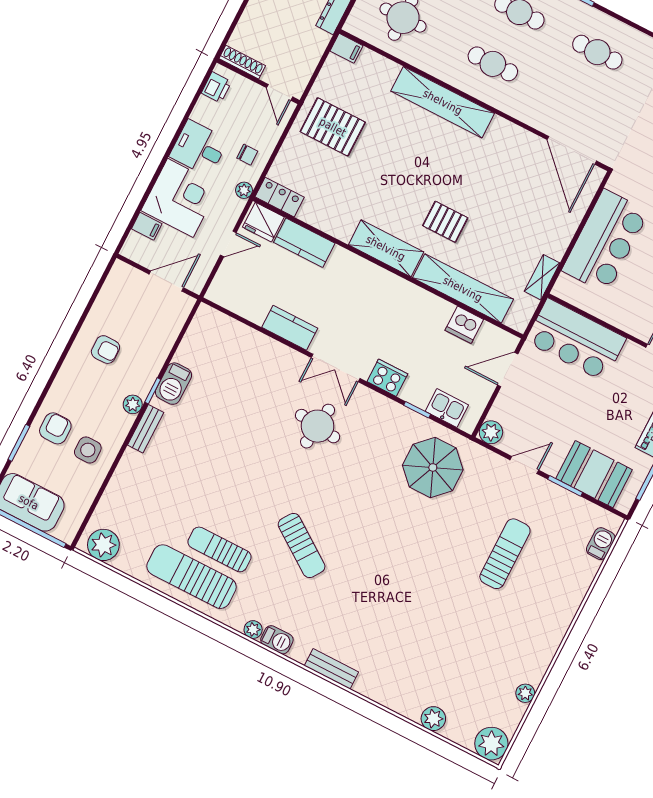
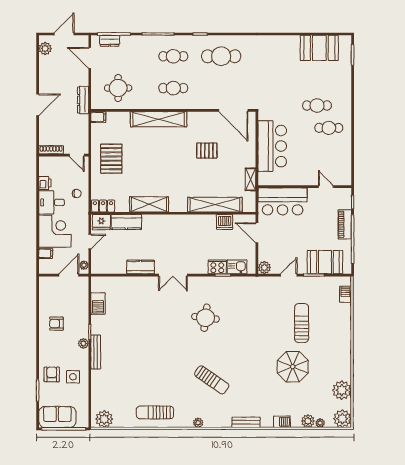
cafe table: (597, 52) -> (221, 56), width x1.37, depth x1.35
printer: (216, 87) -> (45, 183), moved
pallet: (333, 127) -> (111, 159), turned 90
plant: (244, 190) -> (84, 265), moved
pallet: (445, 222) -> (207, 151), moved
shelving: (386, 248) -> (149, 204), moved
armchair: (105, 350) -> (56, 324), turned 180
door: (508, 369) -> (257, 233), hinge flipped
cooker: (387, 378) -> (217, 267), moved
barbecue: (174, 384) -> (98, 303), moved
round table: (318, 426) -> (206, 318), moved
bench: (146, 429) -> (96, 352), width x1.36
parasol: (433, 467) -> (293, 367), moved
sun lounger: (302, 545) -> (212, 380), moved
sun lounger: (219, 549) -> (162, 392), removed
sun lounger: (192, 577) -> (155, 412), width x0.73, depth x0.75
barbecue: (277, 640) -> (282, 422), moved
plant: (525, 693) -> (342, 390), width x1.88, depth x1.88
plant: (452, 732) -> (320, 423), added

